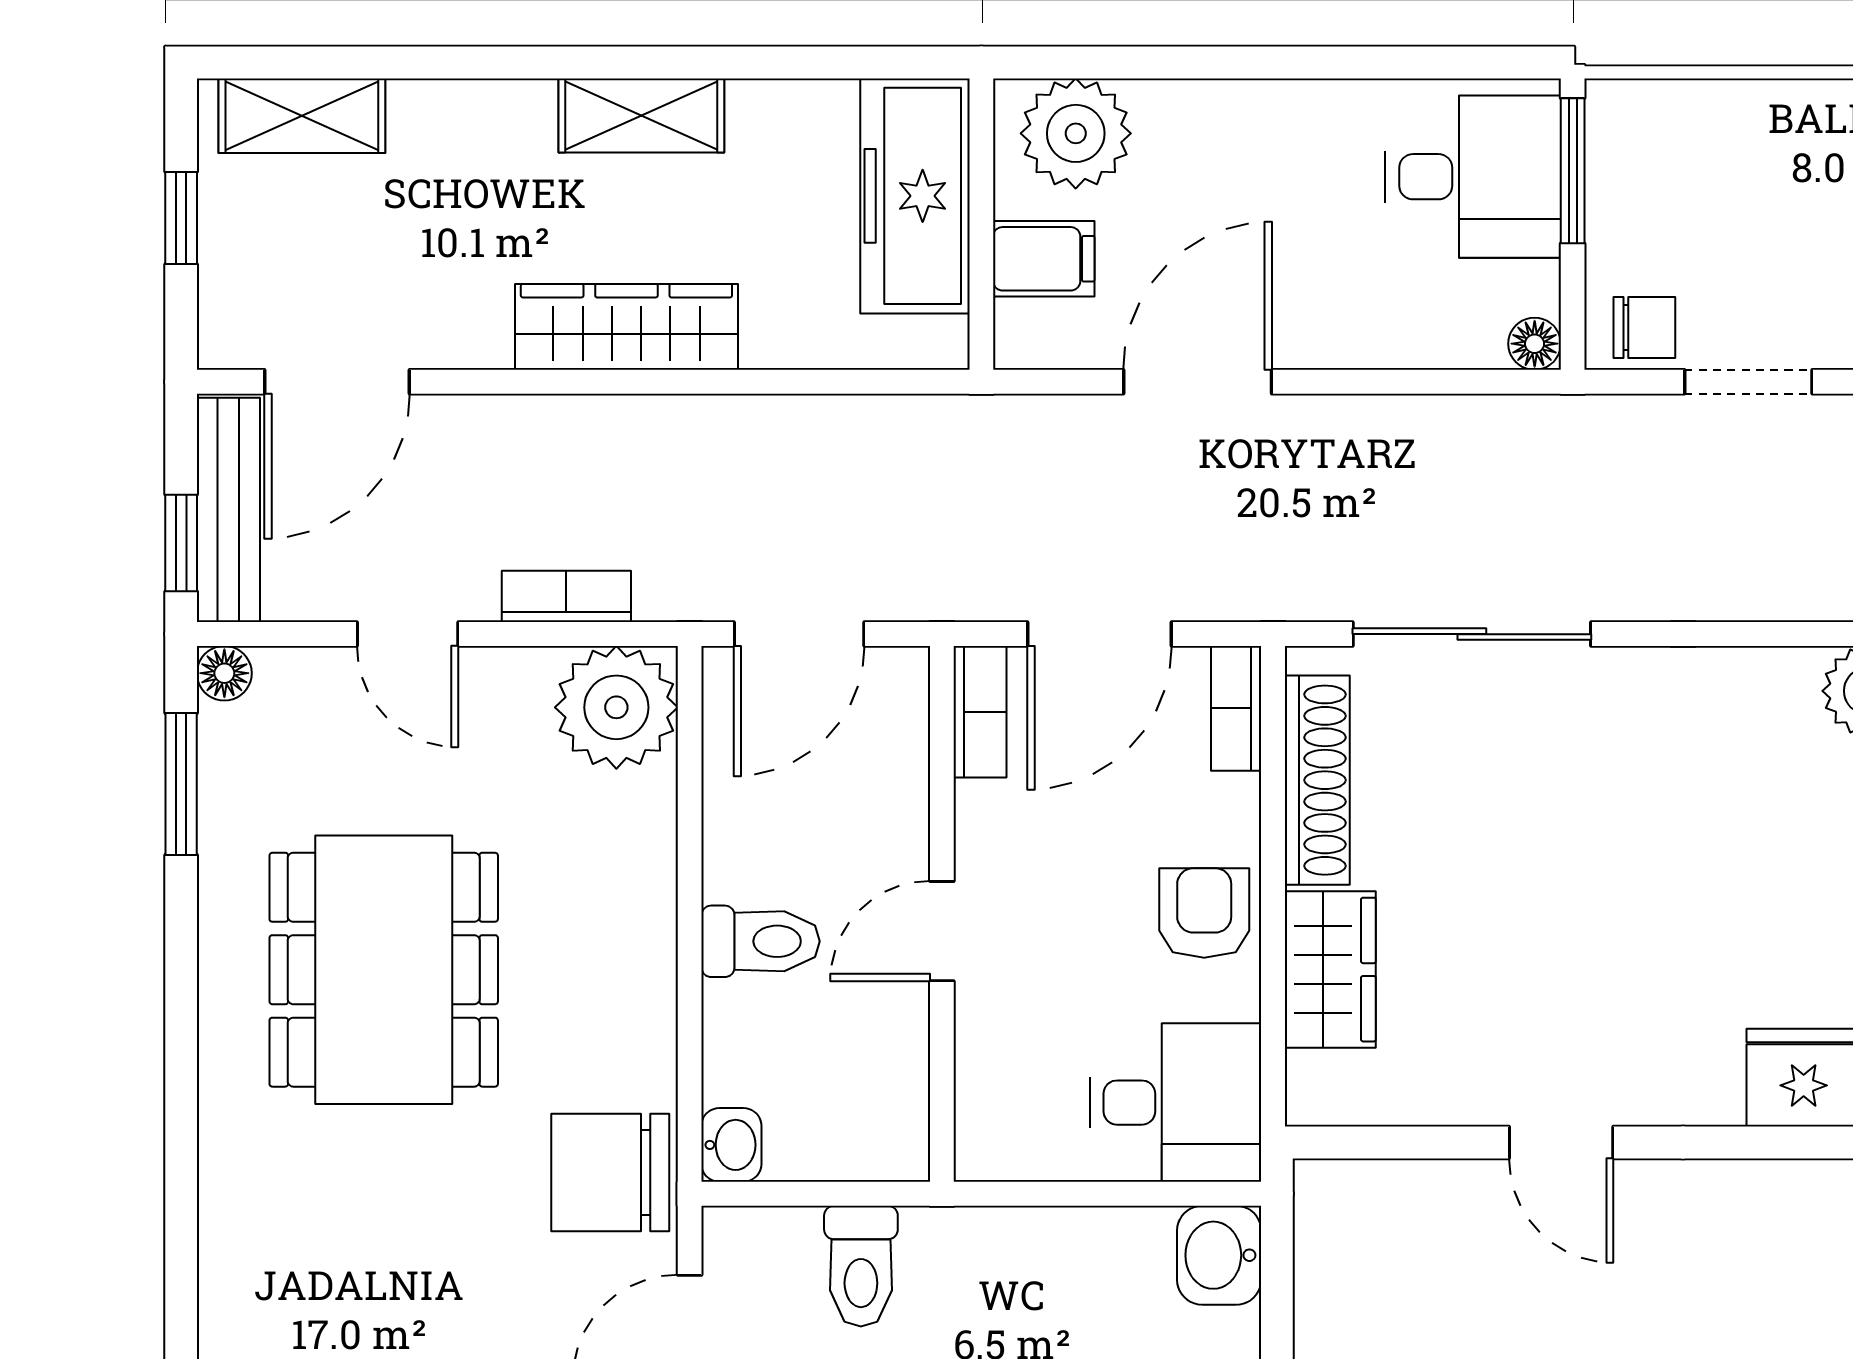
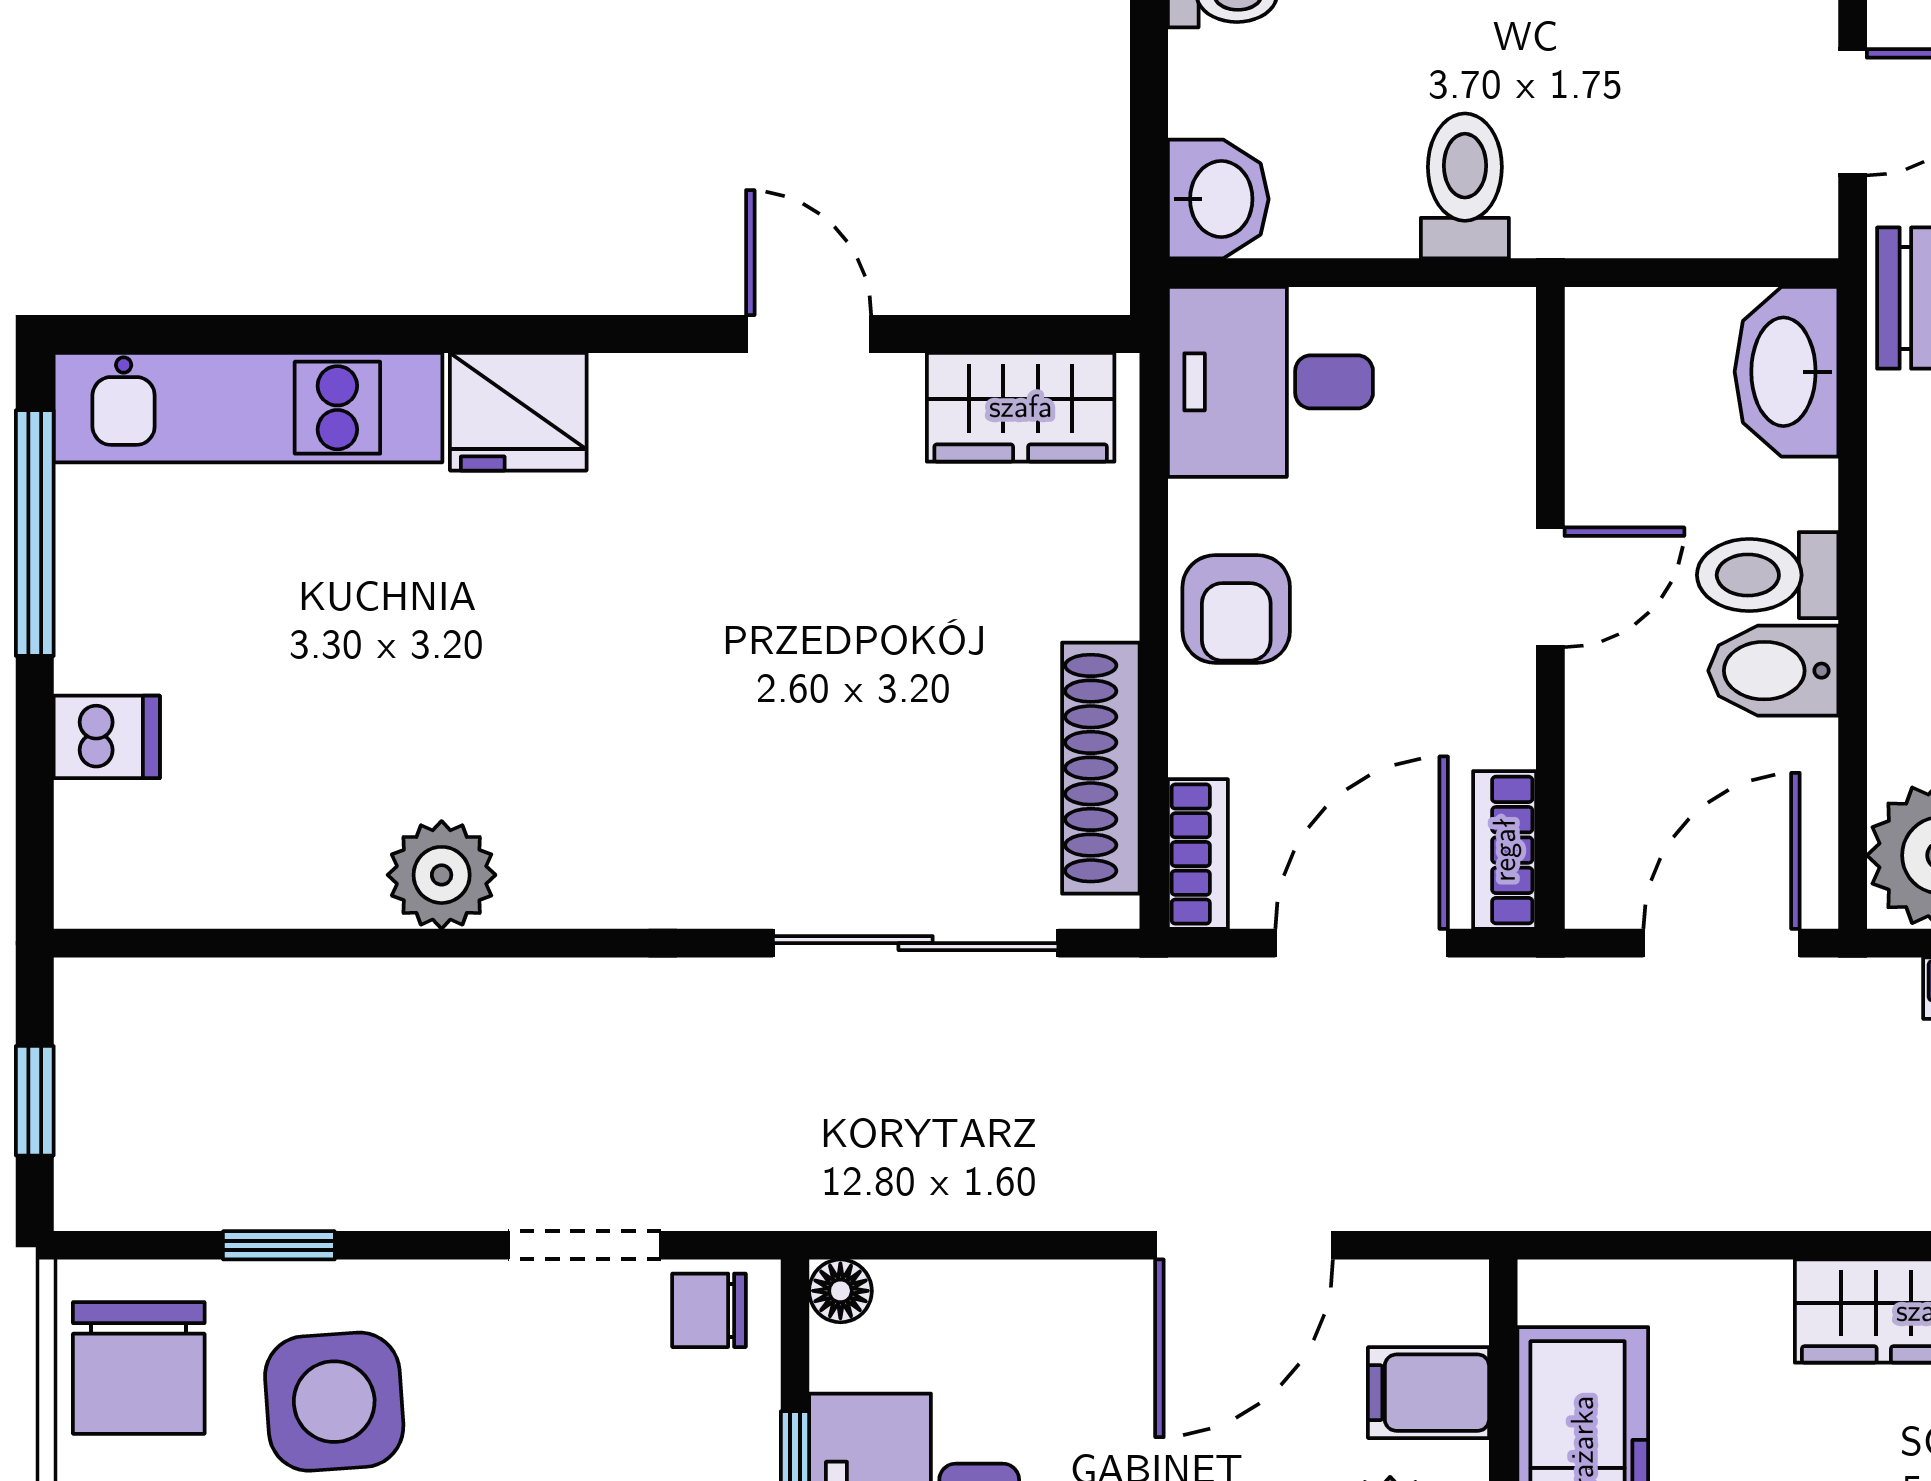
bidet: (756, 862) -> (1773, 671), added
wardrobe: (1330, 970) -> (1021, 407), moved, turned -90
washbasin: (731, 1145) -> (1787, 372), width x1.91, depth x1.45
toilet: (861, 1266) -> (1465, 186), moved

